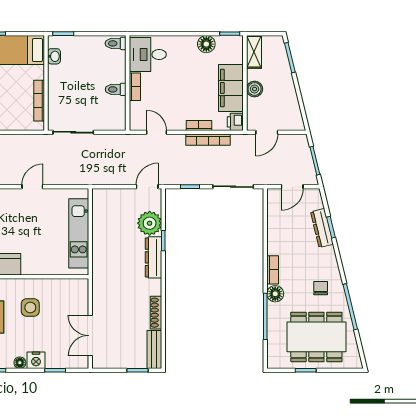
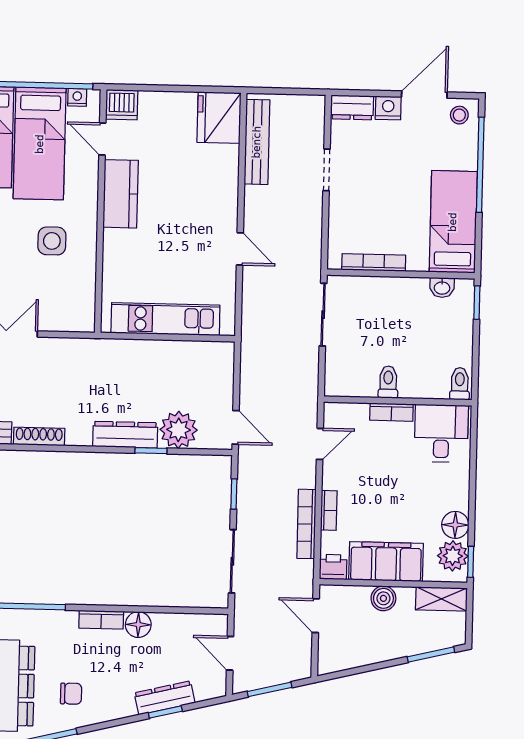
plant: (226, 45) -> (453, 556), added
floor lamp: (275, 294) -> (138, 625), moved

